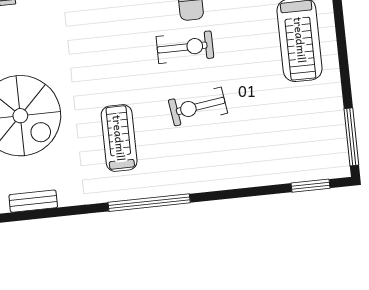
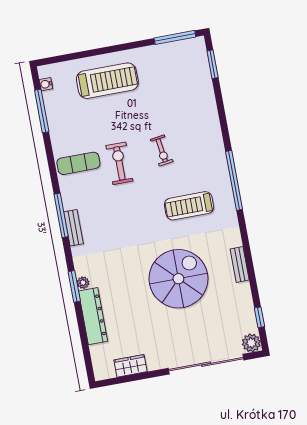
exercise bike: (198, 107) -> (162, 150), width x0.73, depth x0.72

